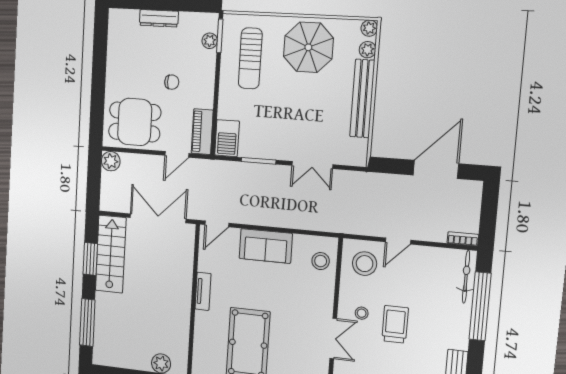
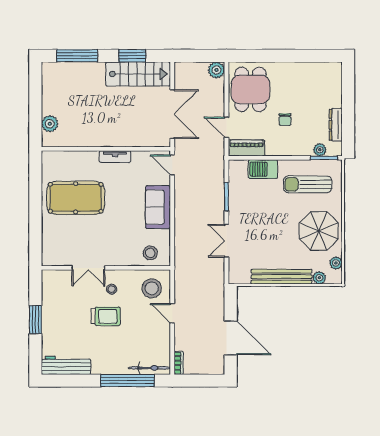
dresser: (159, 18) -> (336, 125), moved
plant: (369, 28) -> (336, 263), moved
barbecue: (227, 138) -> (263, 169), moved

